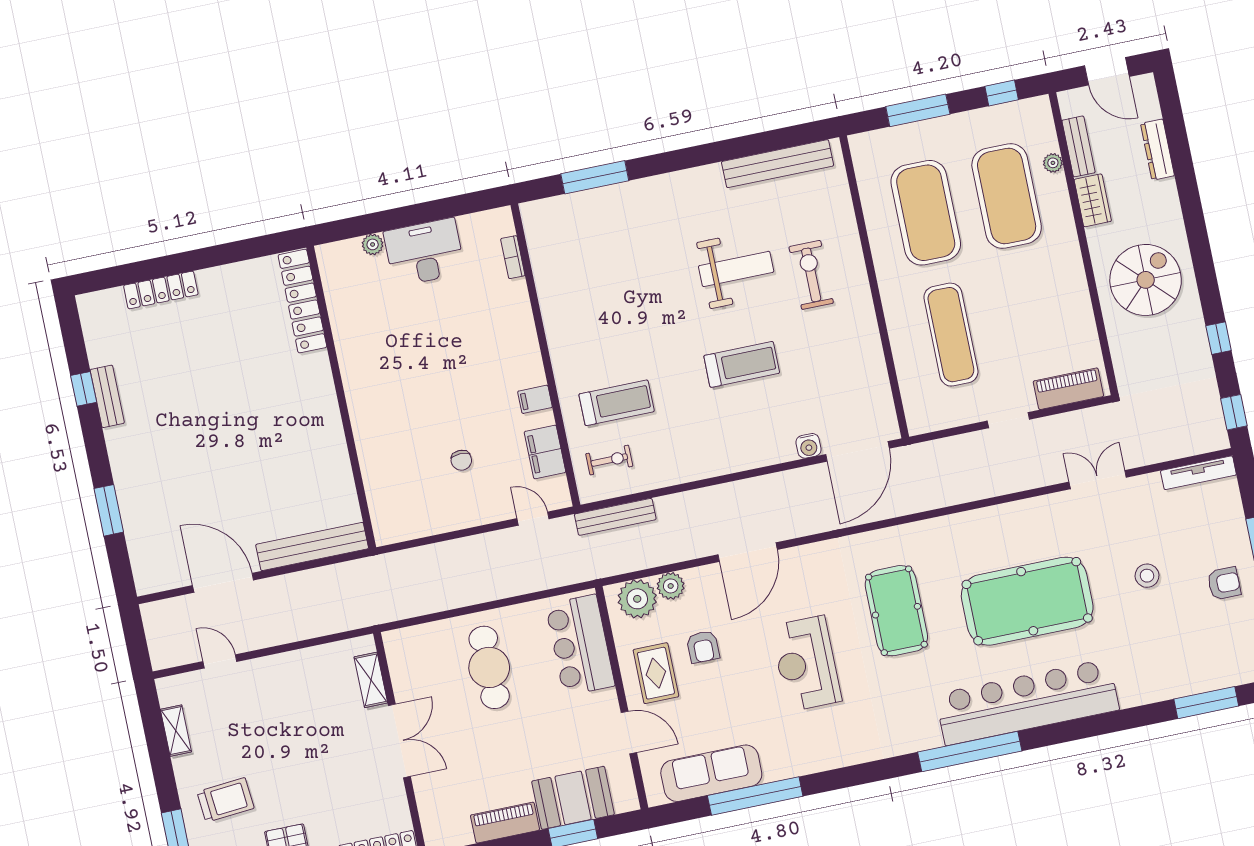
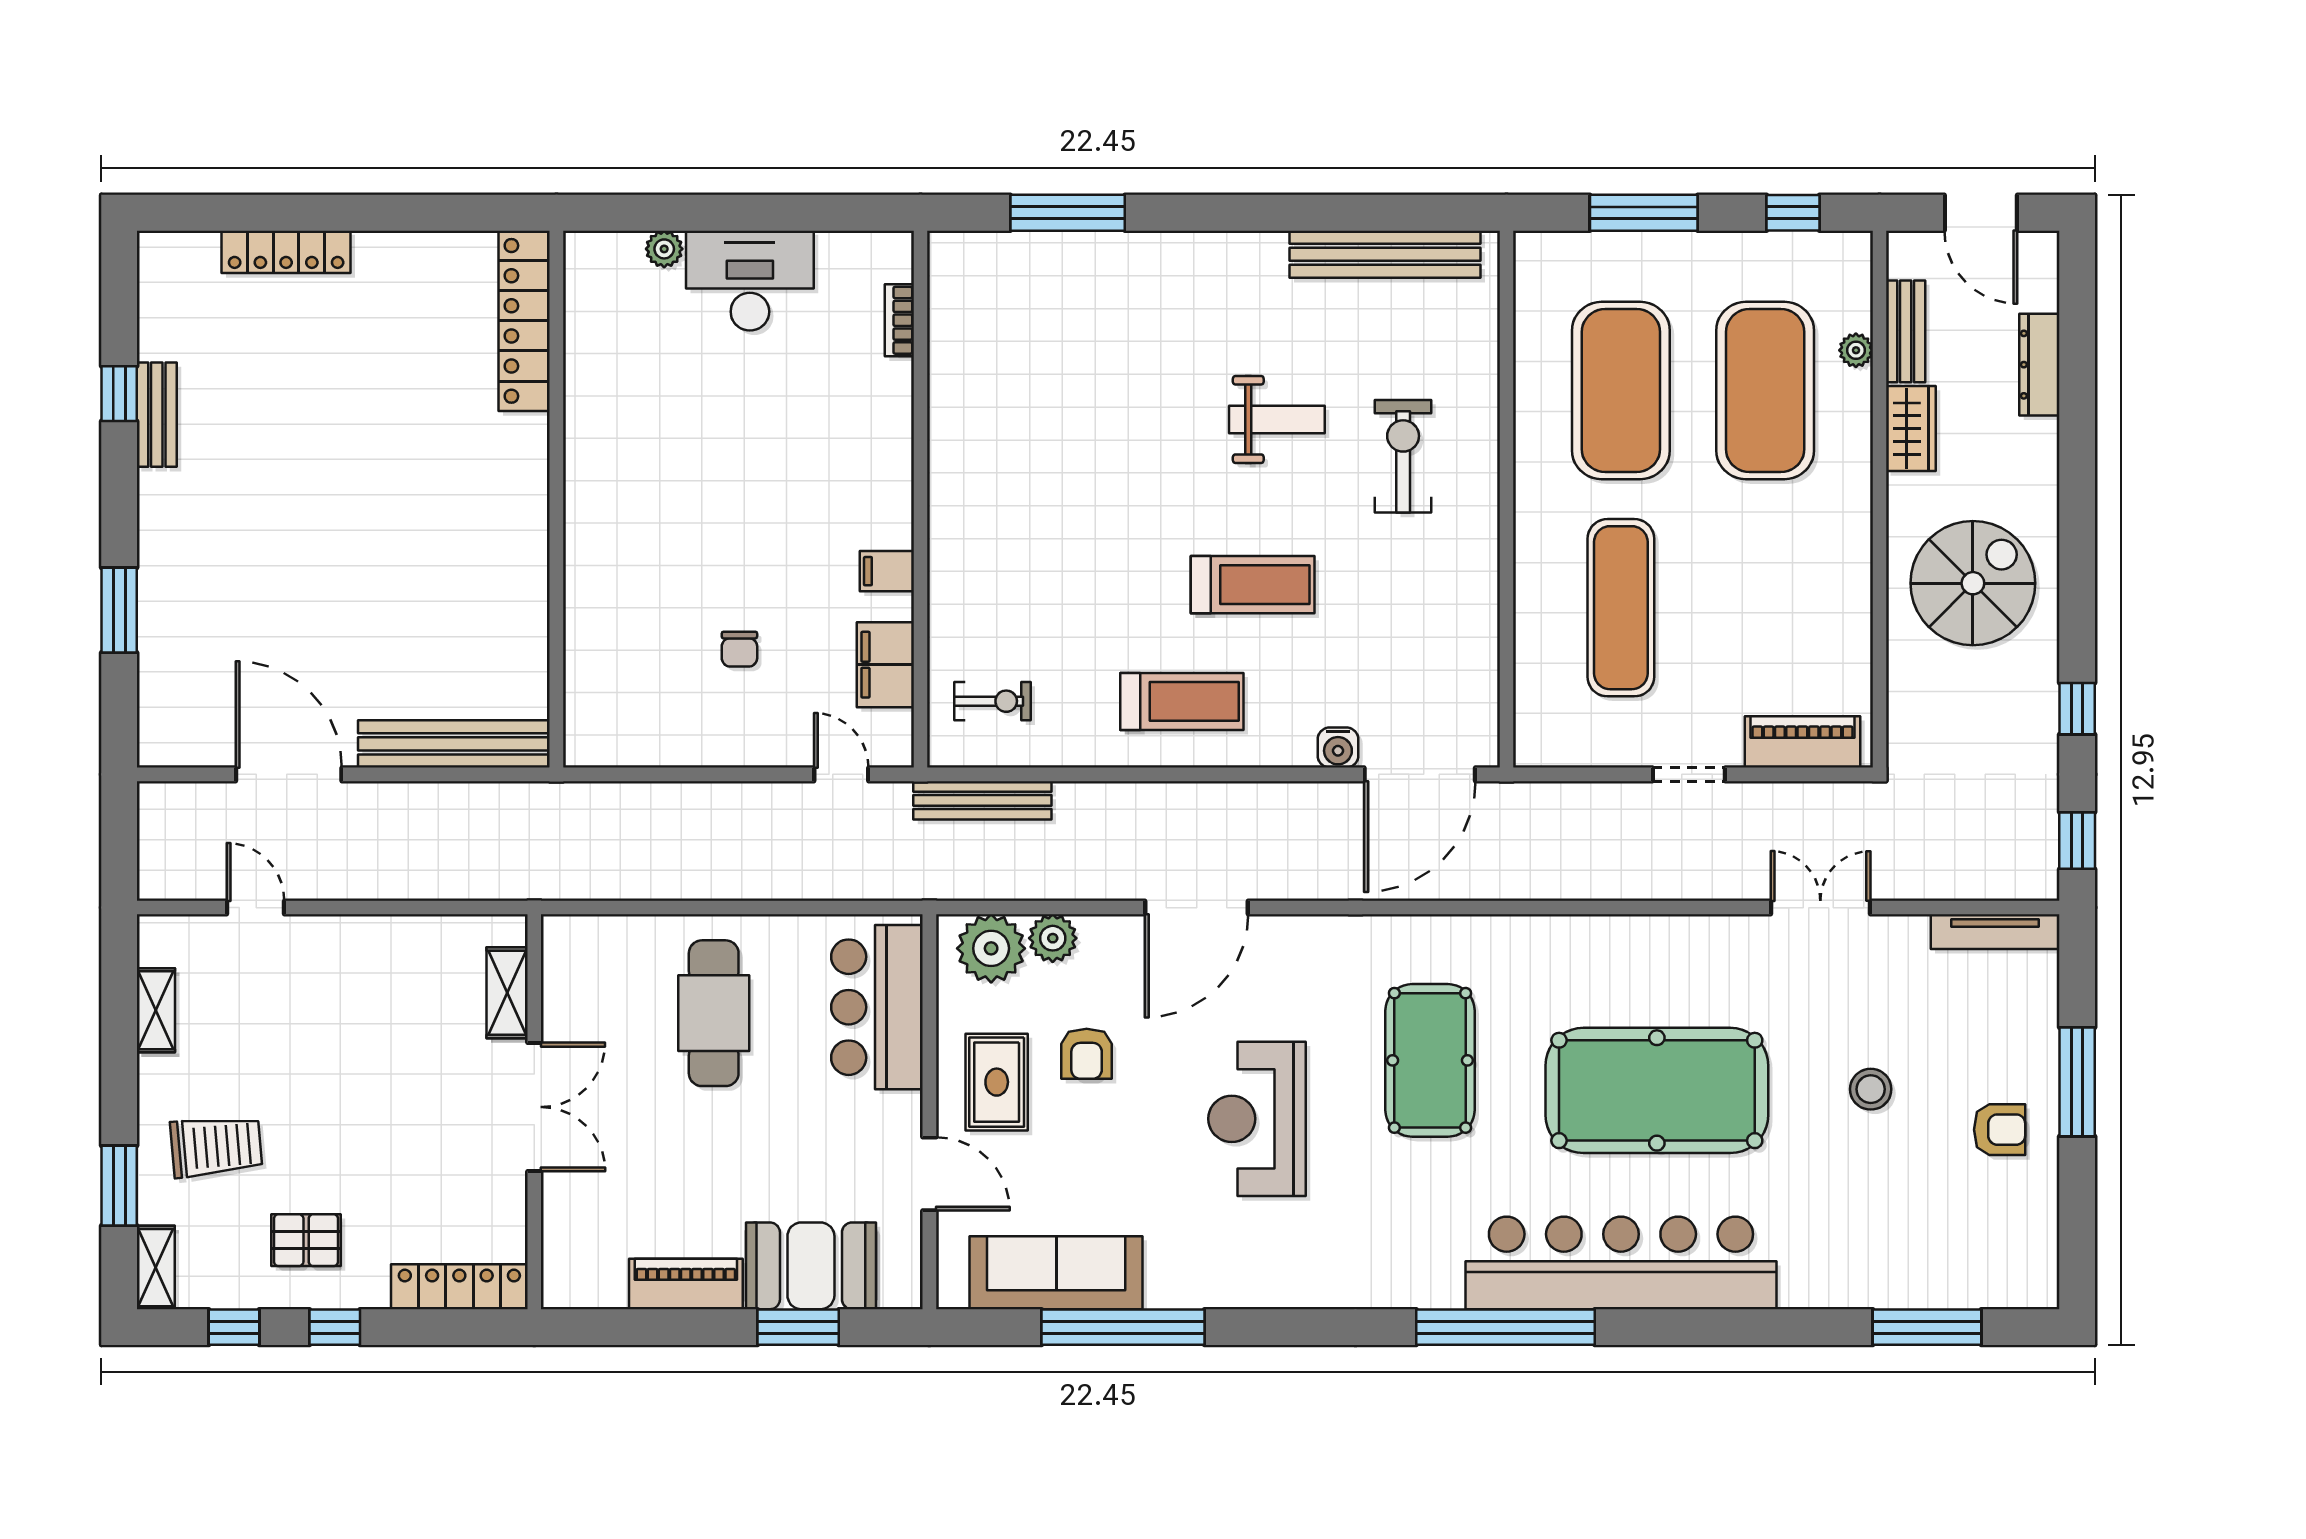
weight bench: (736, 269) -> (1277, 419), width x0.73, depth x0.75
treadmill: (617, 403) -> (1182, 701), moved

